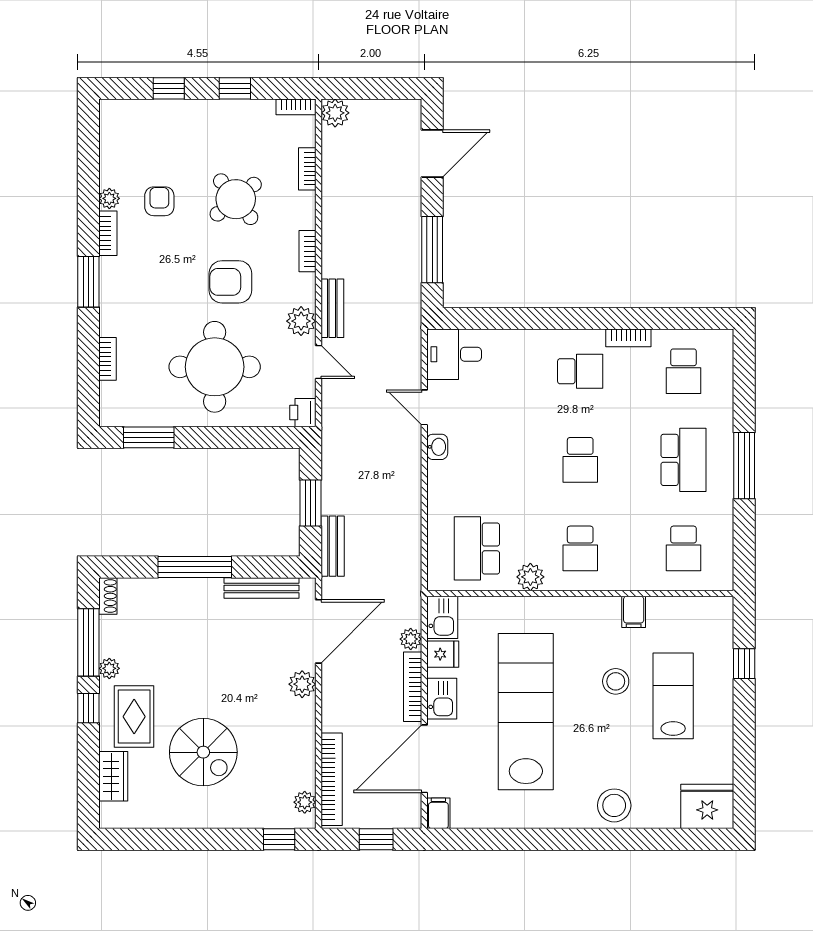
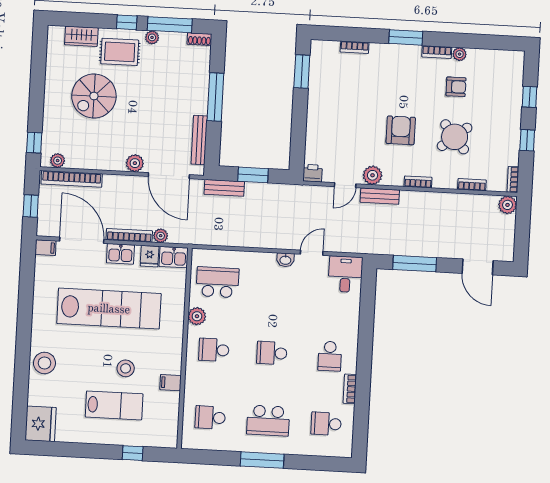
round table: (215, 367) -> (346, 117), removed

